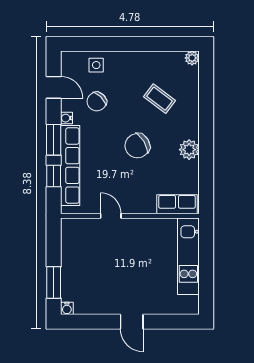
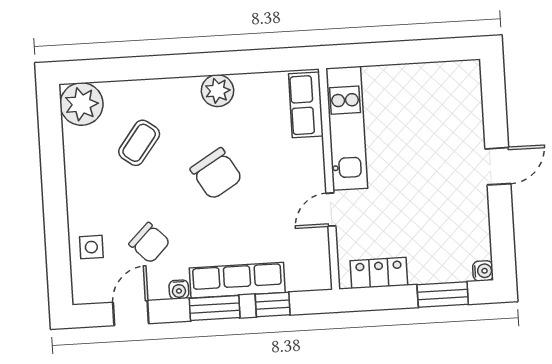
plant: (192, 58) -> (82, 104), width x1.88, depth x1.88
row of seats: (70, 166) -> (237, 280), width x0.73
locker: (69, 243) -> (379, 273), added
kitchen unit: (188, 256) -> (347, 128), moved, turned -90

